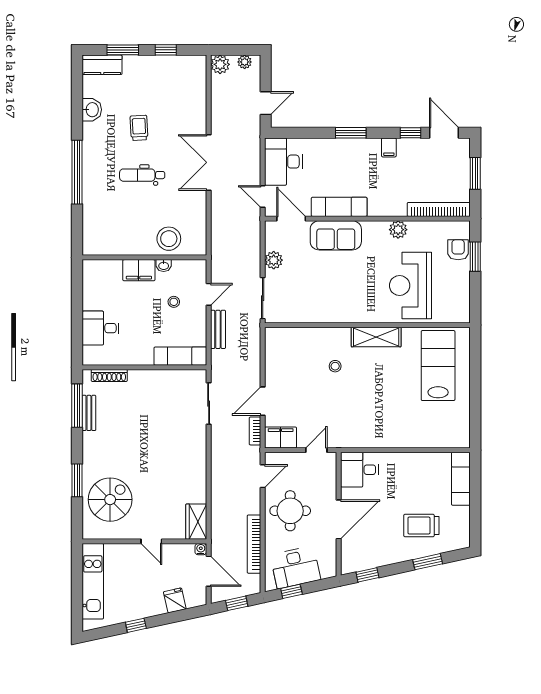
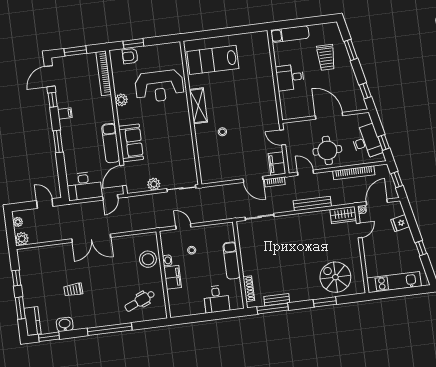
window: (77, 85) -> (49, 337), added
dental chair: (142, 175) -> (140, 301), moved, turned 67
bench: (218, 329) -> (312, 204), moved, width x1.36
exam couch: (180, 356) -> (231, 261), moved
desk: (360, 470) -> (290, 77), moved, turned 90
door: (151, 541) -> (359, 230), moved

